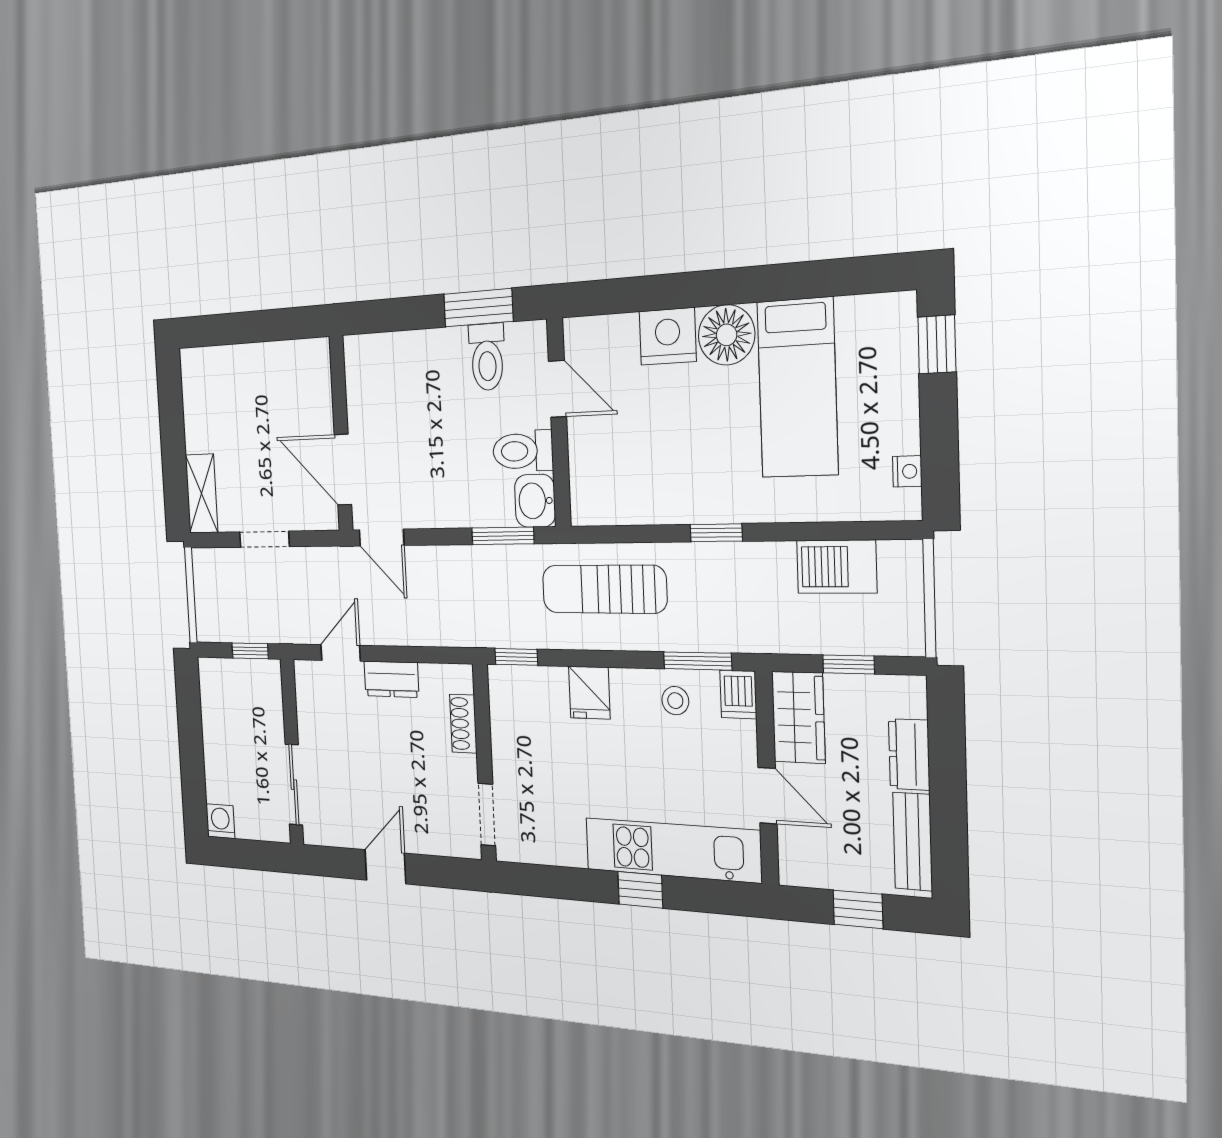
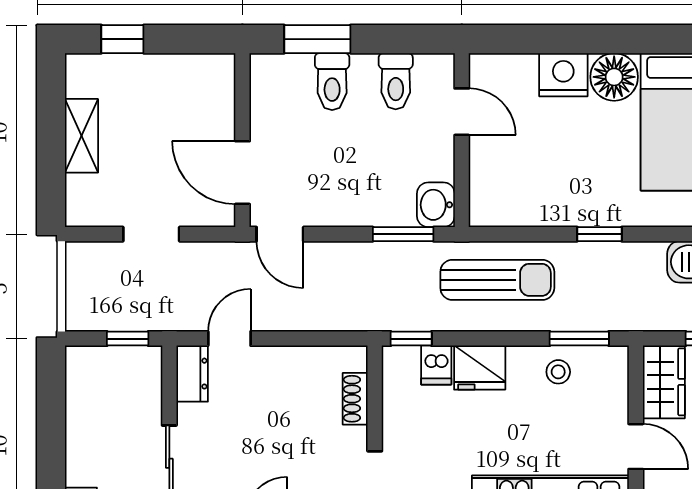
window: (478, 308) -> (317, 39), moved
window: (227, 329) -> (122, 39), added
toilet: (523, 451) -> (332, 82), moved, turned -90
shelving: (202, 494) -> (81, 136), moved
sun lounger: (604, 589) -> (497, 280), turned 180
dresser: (391, 679) -> (192, 374), moved, turned -90
fridge: (589, 693) -> (480, 368), width x1.38
dishwasher: (738, 694) -> (436, 365), moved

